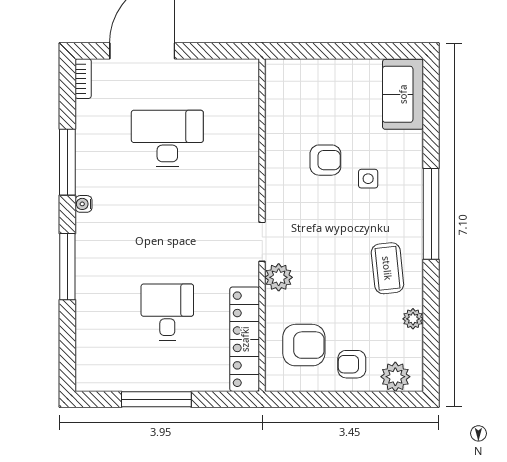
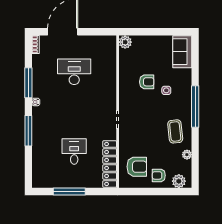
plant: (279, 277) -> (125, 42), moved

